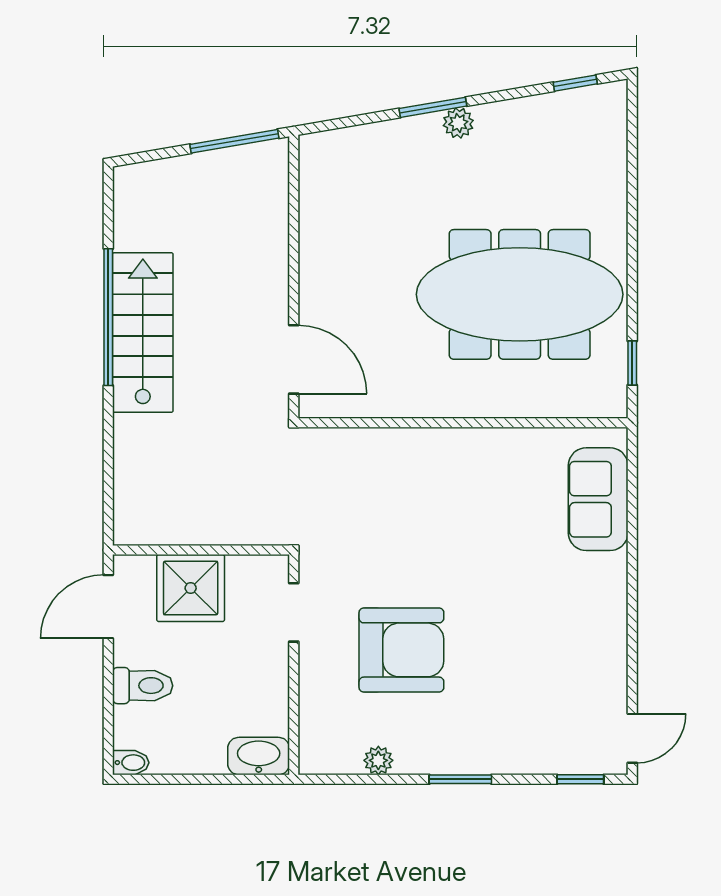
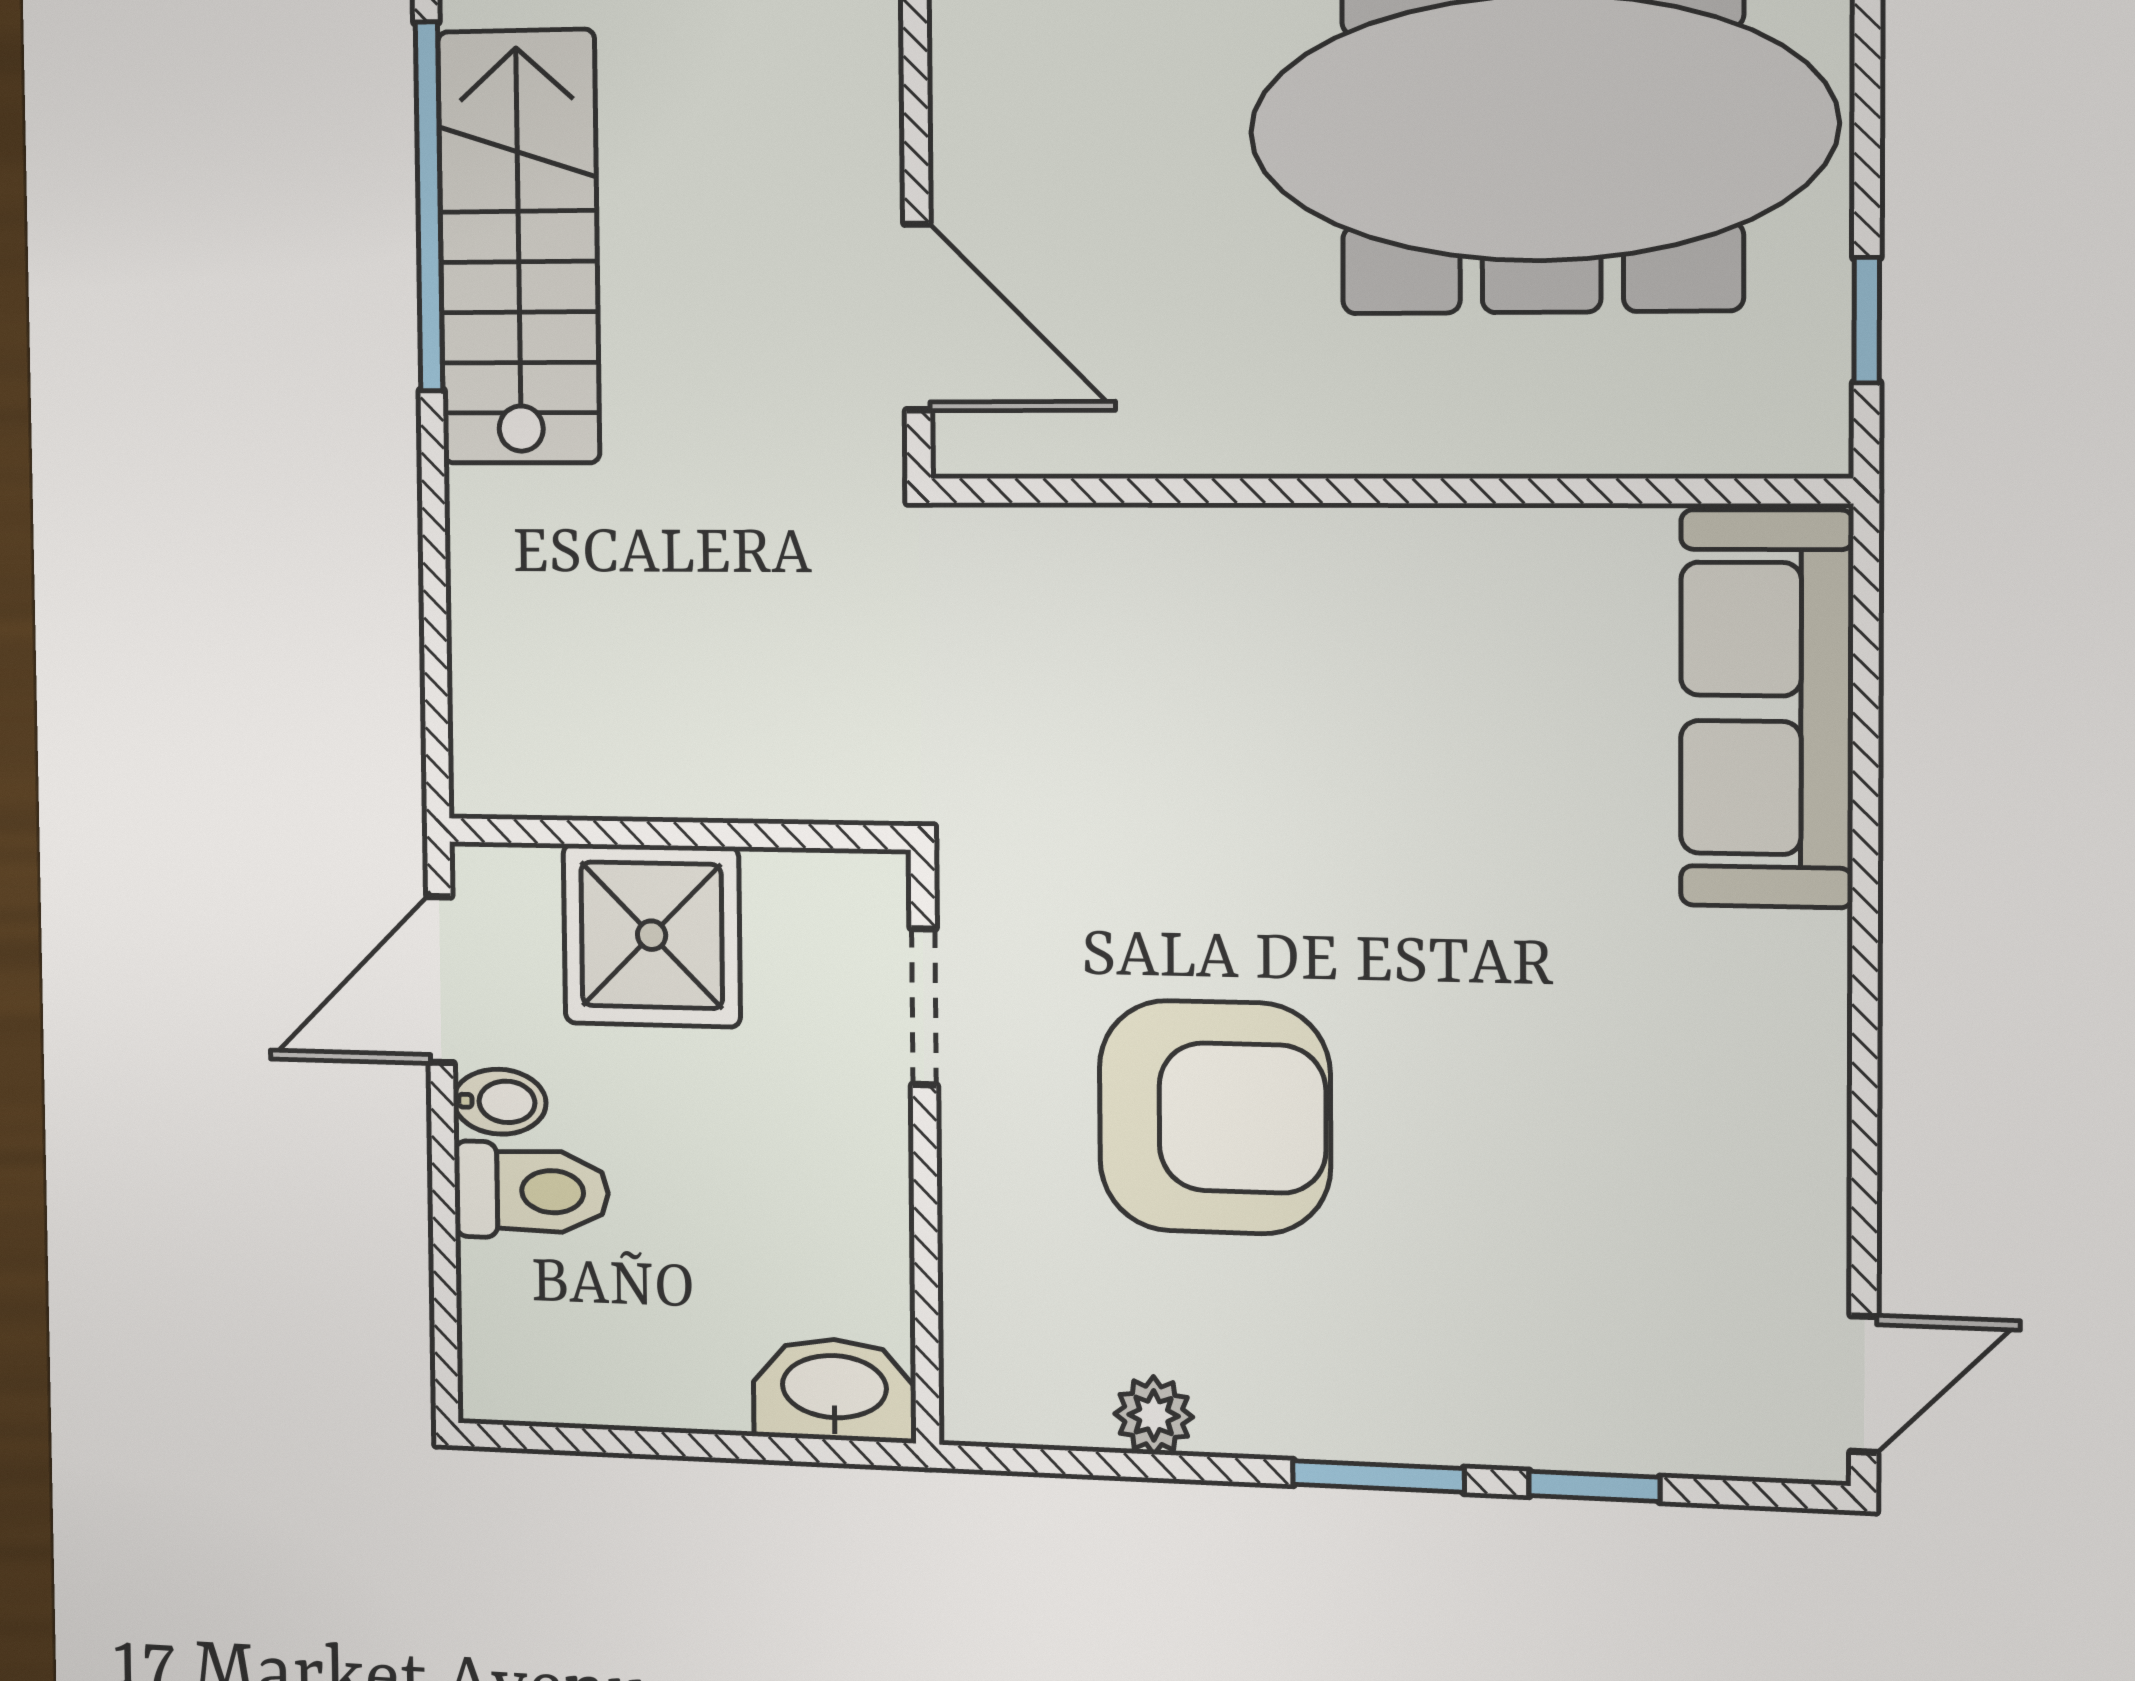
sofa: (598, 499) -> (1767, 709), width x1.36
bidet: (131, 763) -> (500, 1102), moved
window: (580, 779) -> (1594, 1486), moved

